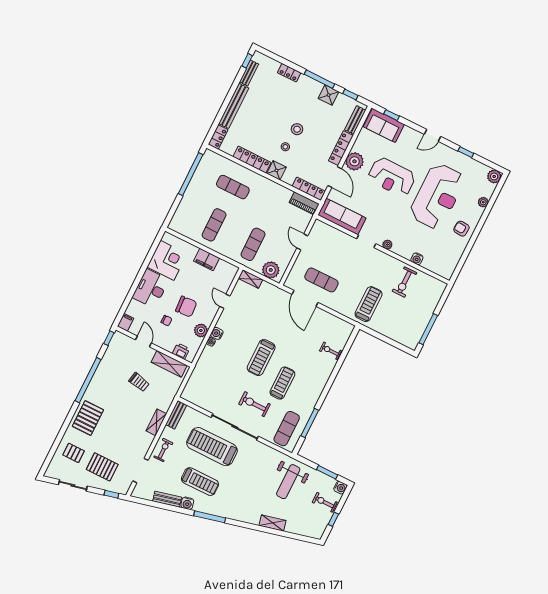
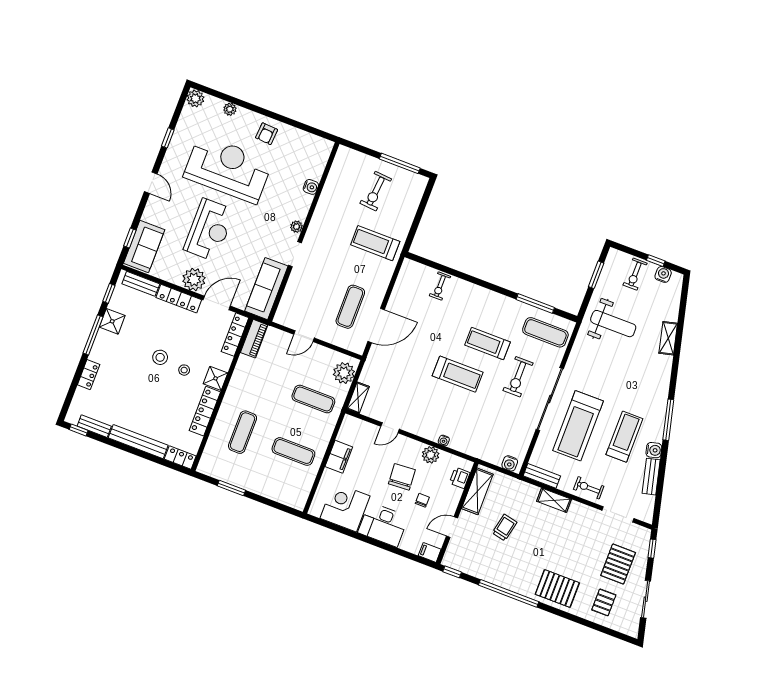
window: (191, 174) -> (231, 488), width x0.47
exercise bike: (405, 282) -> (376, 191), moved, turned 95
water cooler: (217, 333) -> (510, 463), moved
water cooler: (340, 488) -> (663, 274), moved

